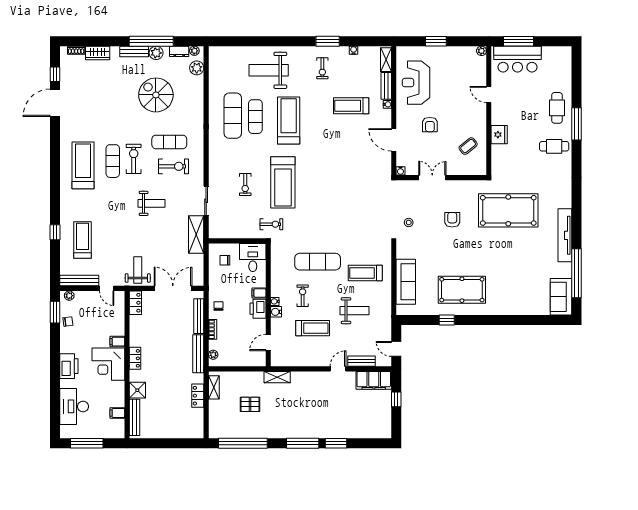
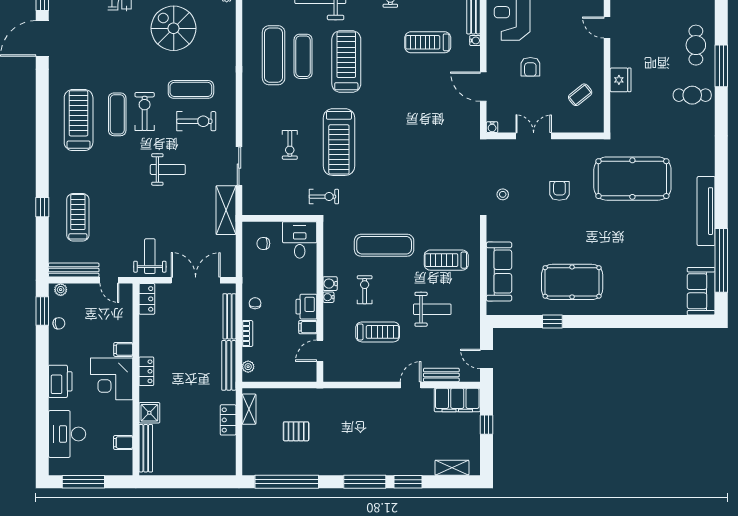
filing cabinet: (259, 293) -> (308, 327), moved
water cooler: (276, 312) -> (330, 284), moved
shelving: (277, 377) -> (452, 468), moved

